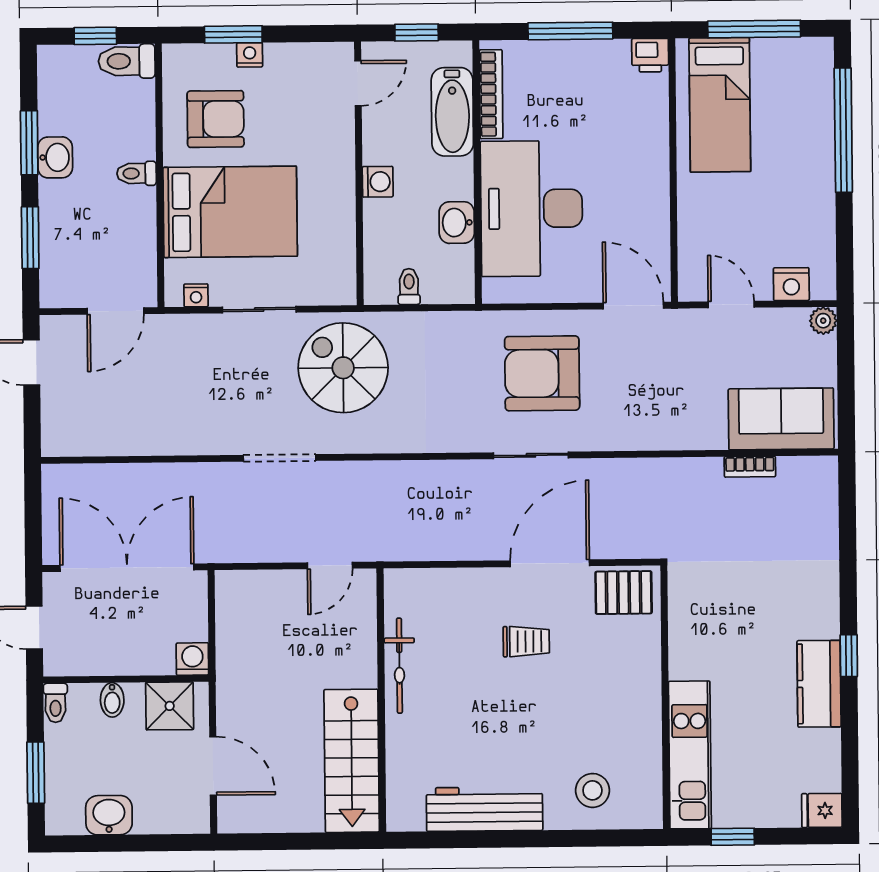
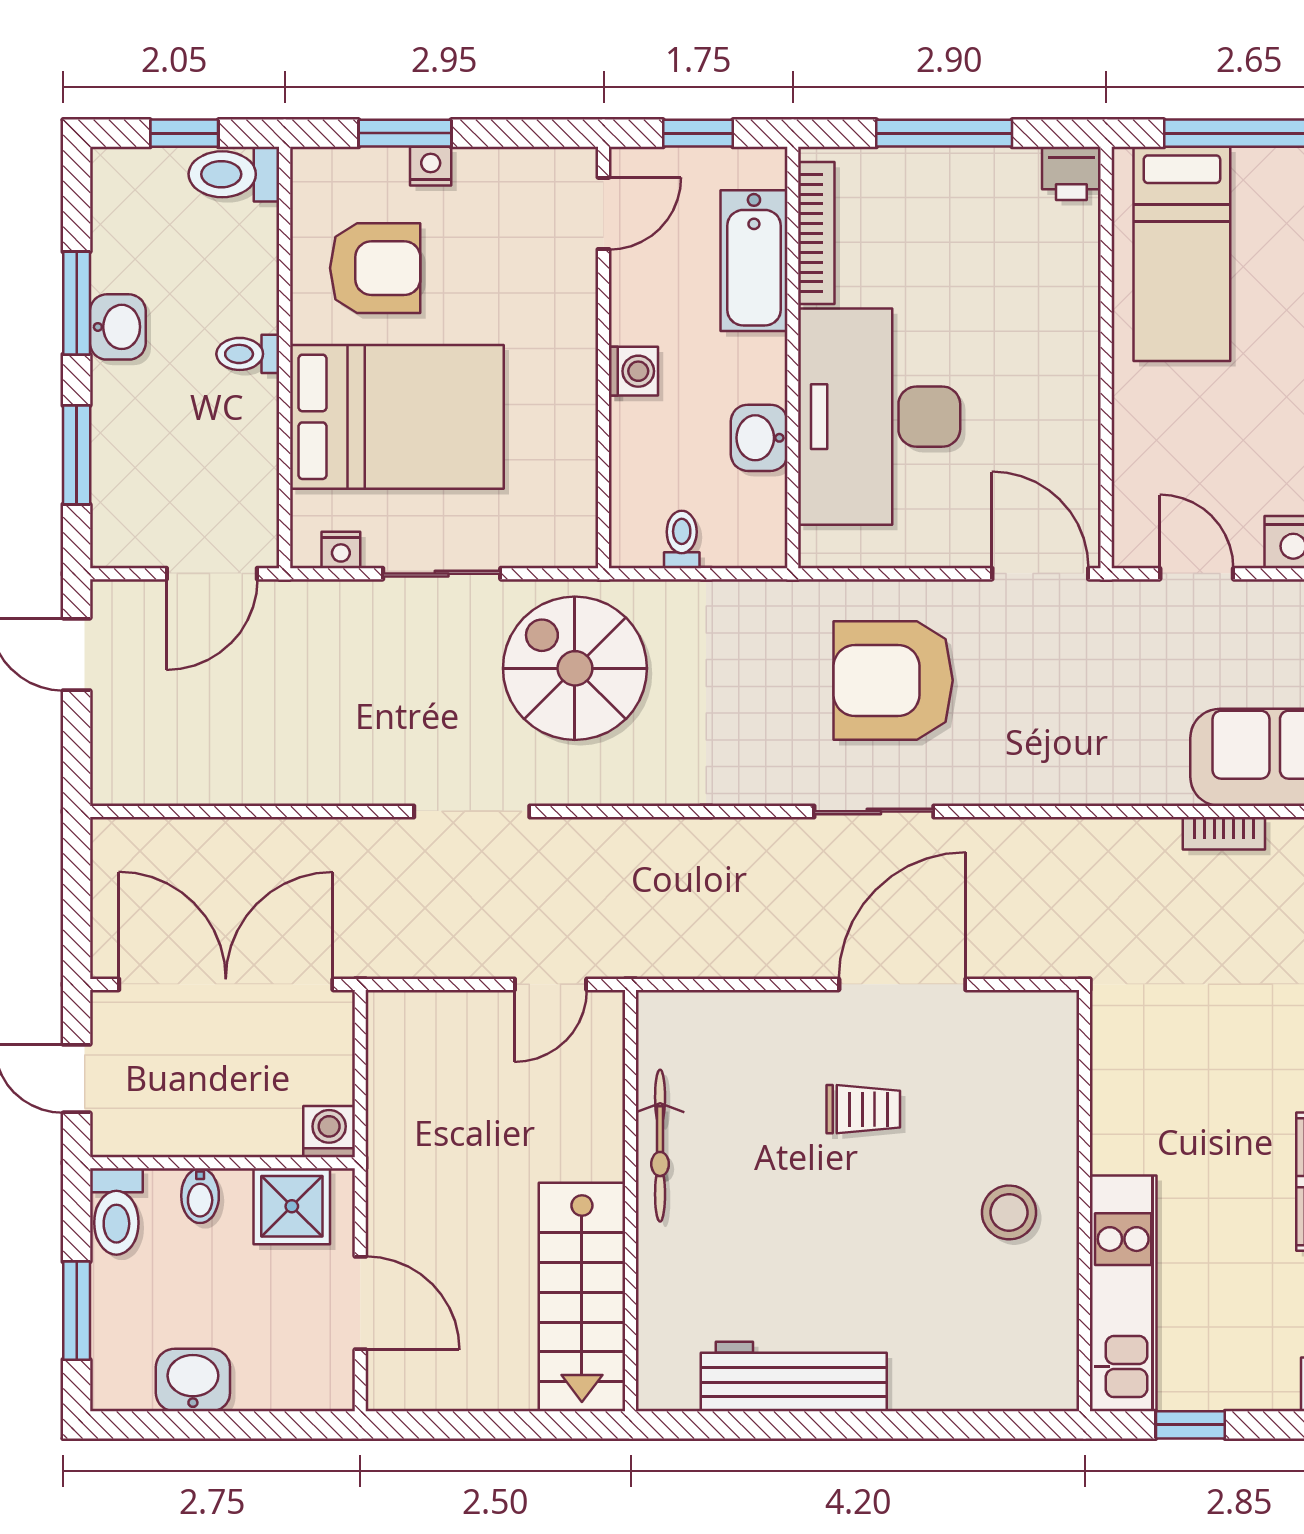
pallet: (624, 593) -> (1020, 1032), removed
toilet: (55, 703) -> (116, 1211), width x1.37, depth x1.39
stool: (592, 790) -> (1009, 1212), moved

